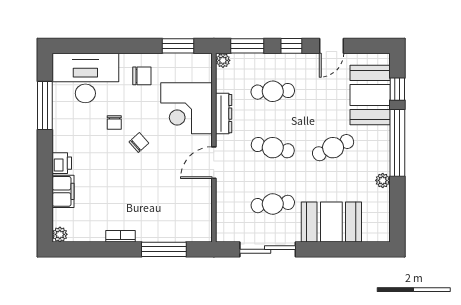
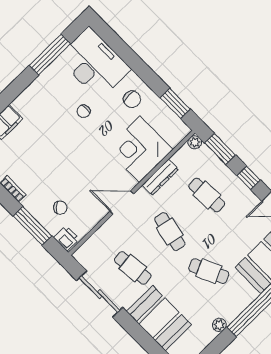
chair: (139, 142) -> (60, 208), moved
printer: (62, 163) -> (66, 238), moved, turned -90

